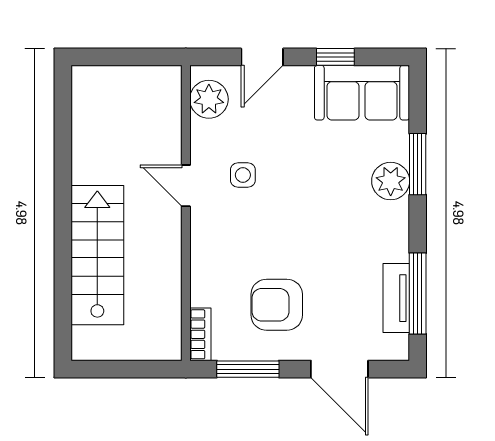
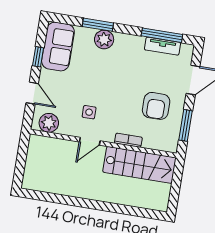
stairs: (97, 255) -> (139, 165), moved, turned 180
bookcase: (200, 334) -> (128, 140), moved

